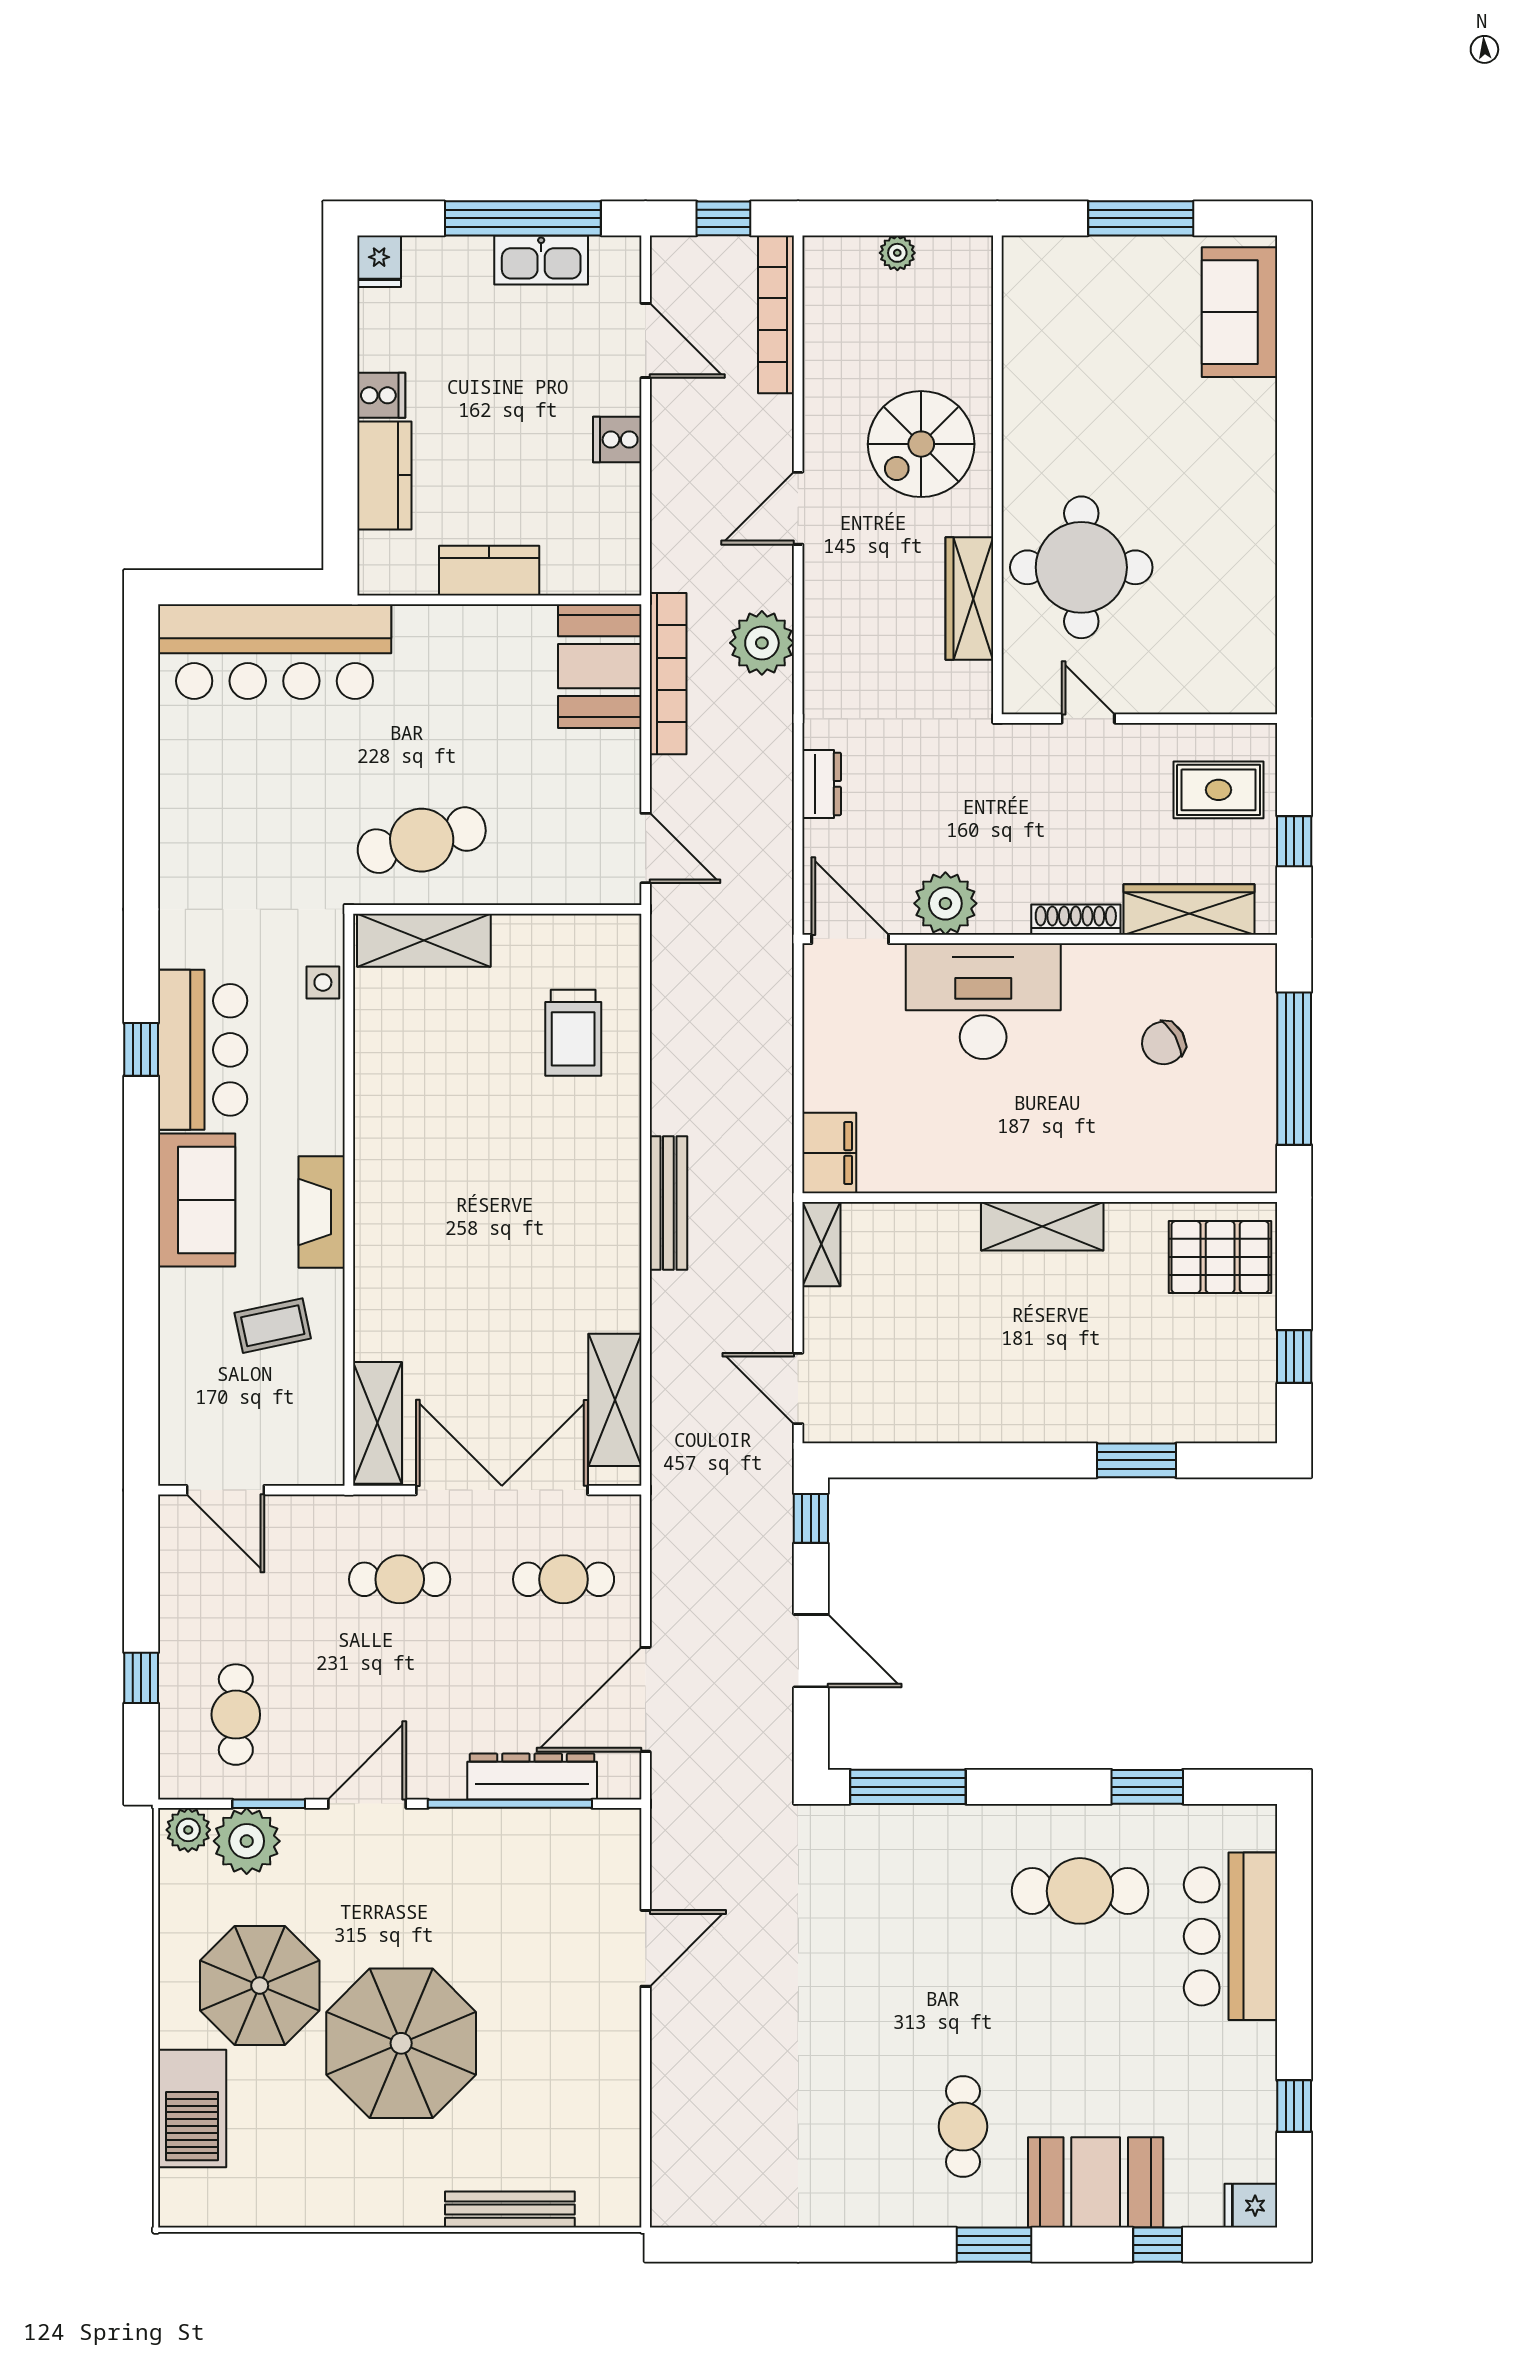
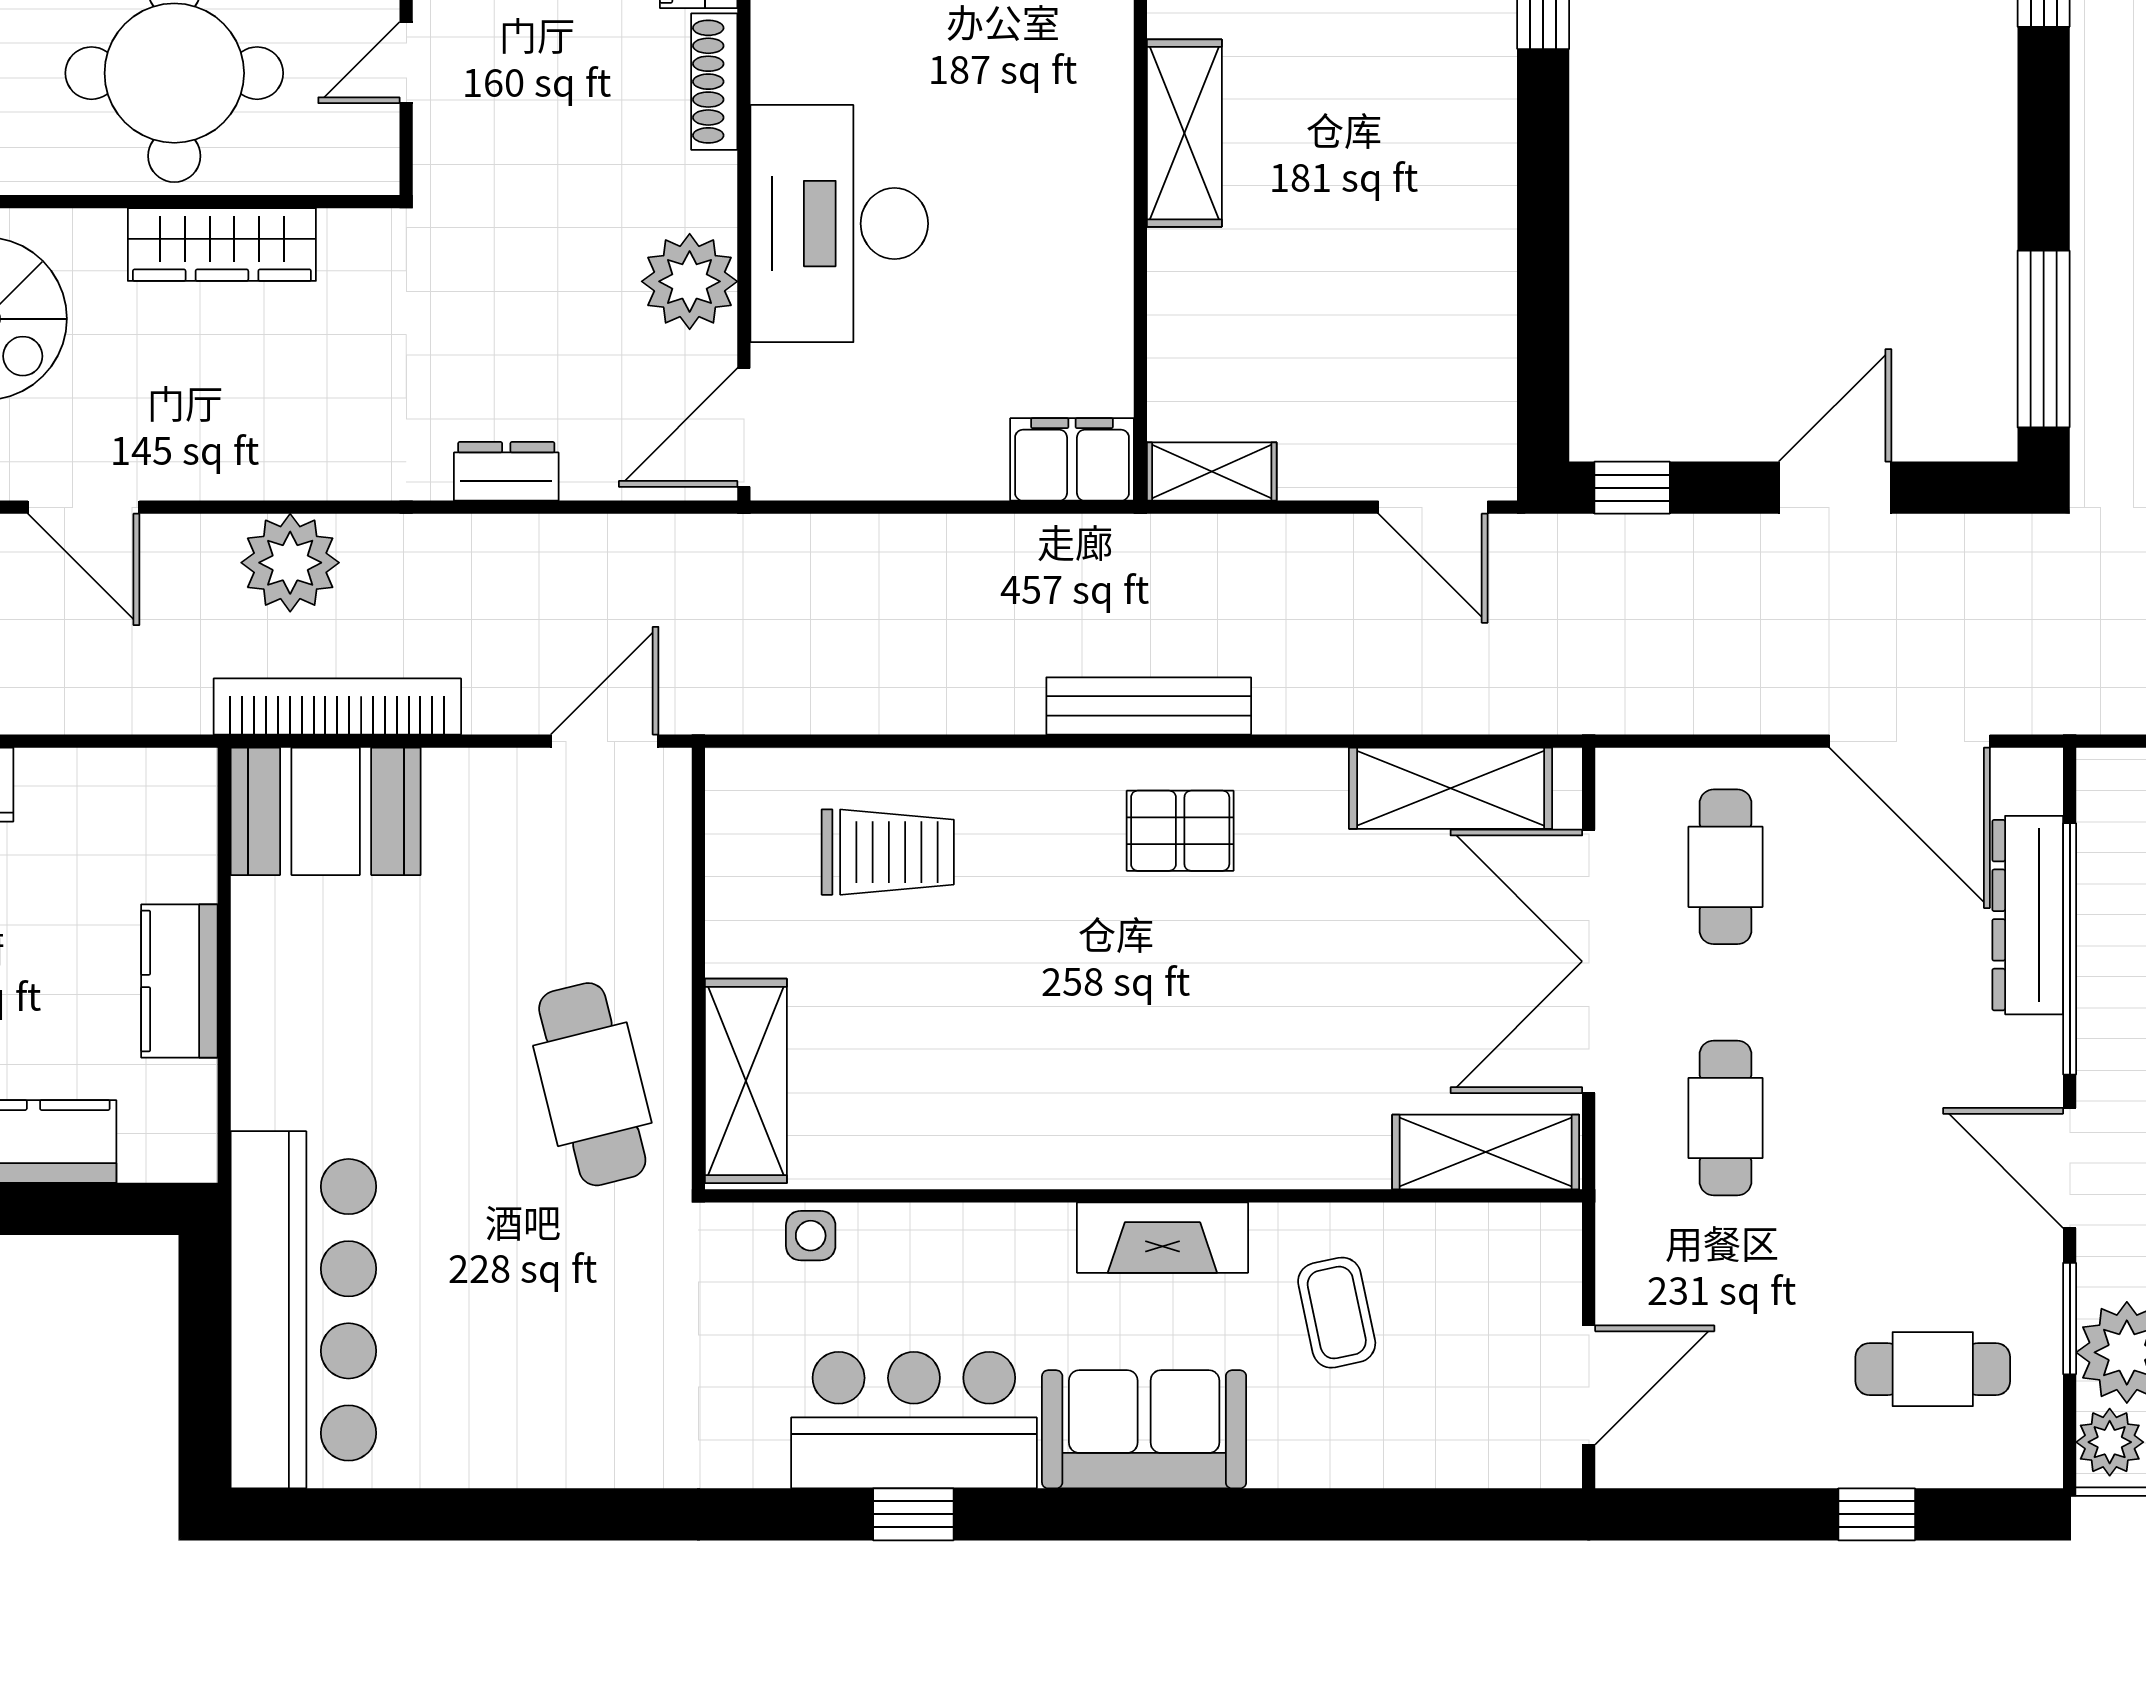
pallet: (587, 1224) -> (1180, 831), added
door: (798, 1388) -> (1433, 507), hinge flipped

